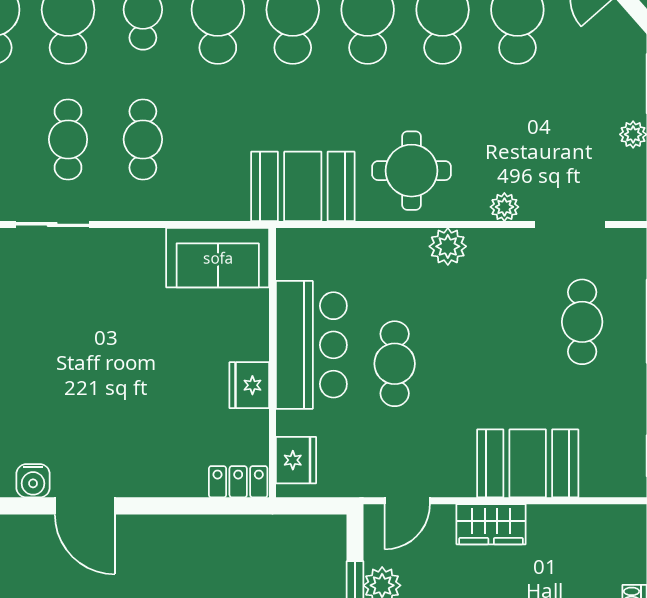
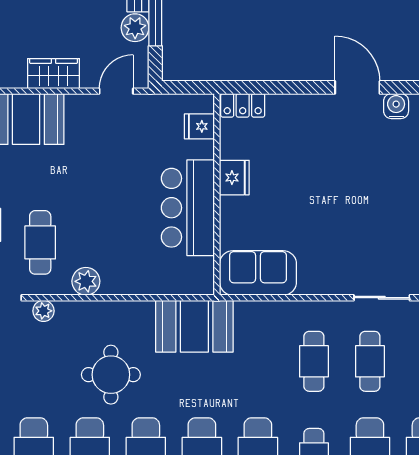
round table: (412, 171) -> (111, 375), moved
cafe table: (395, 364) -> (40, 242), moved
fridge: (296, 460) -> (199, 126), width x0.72

